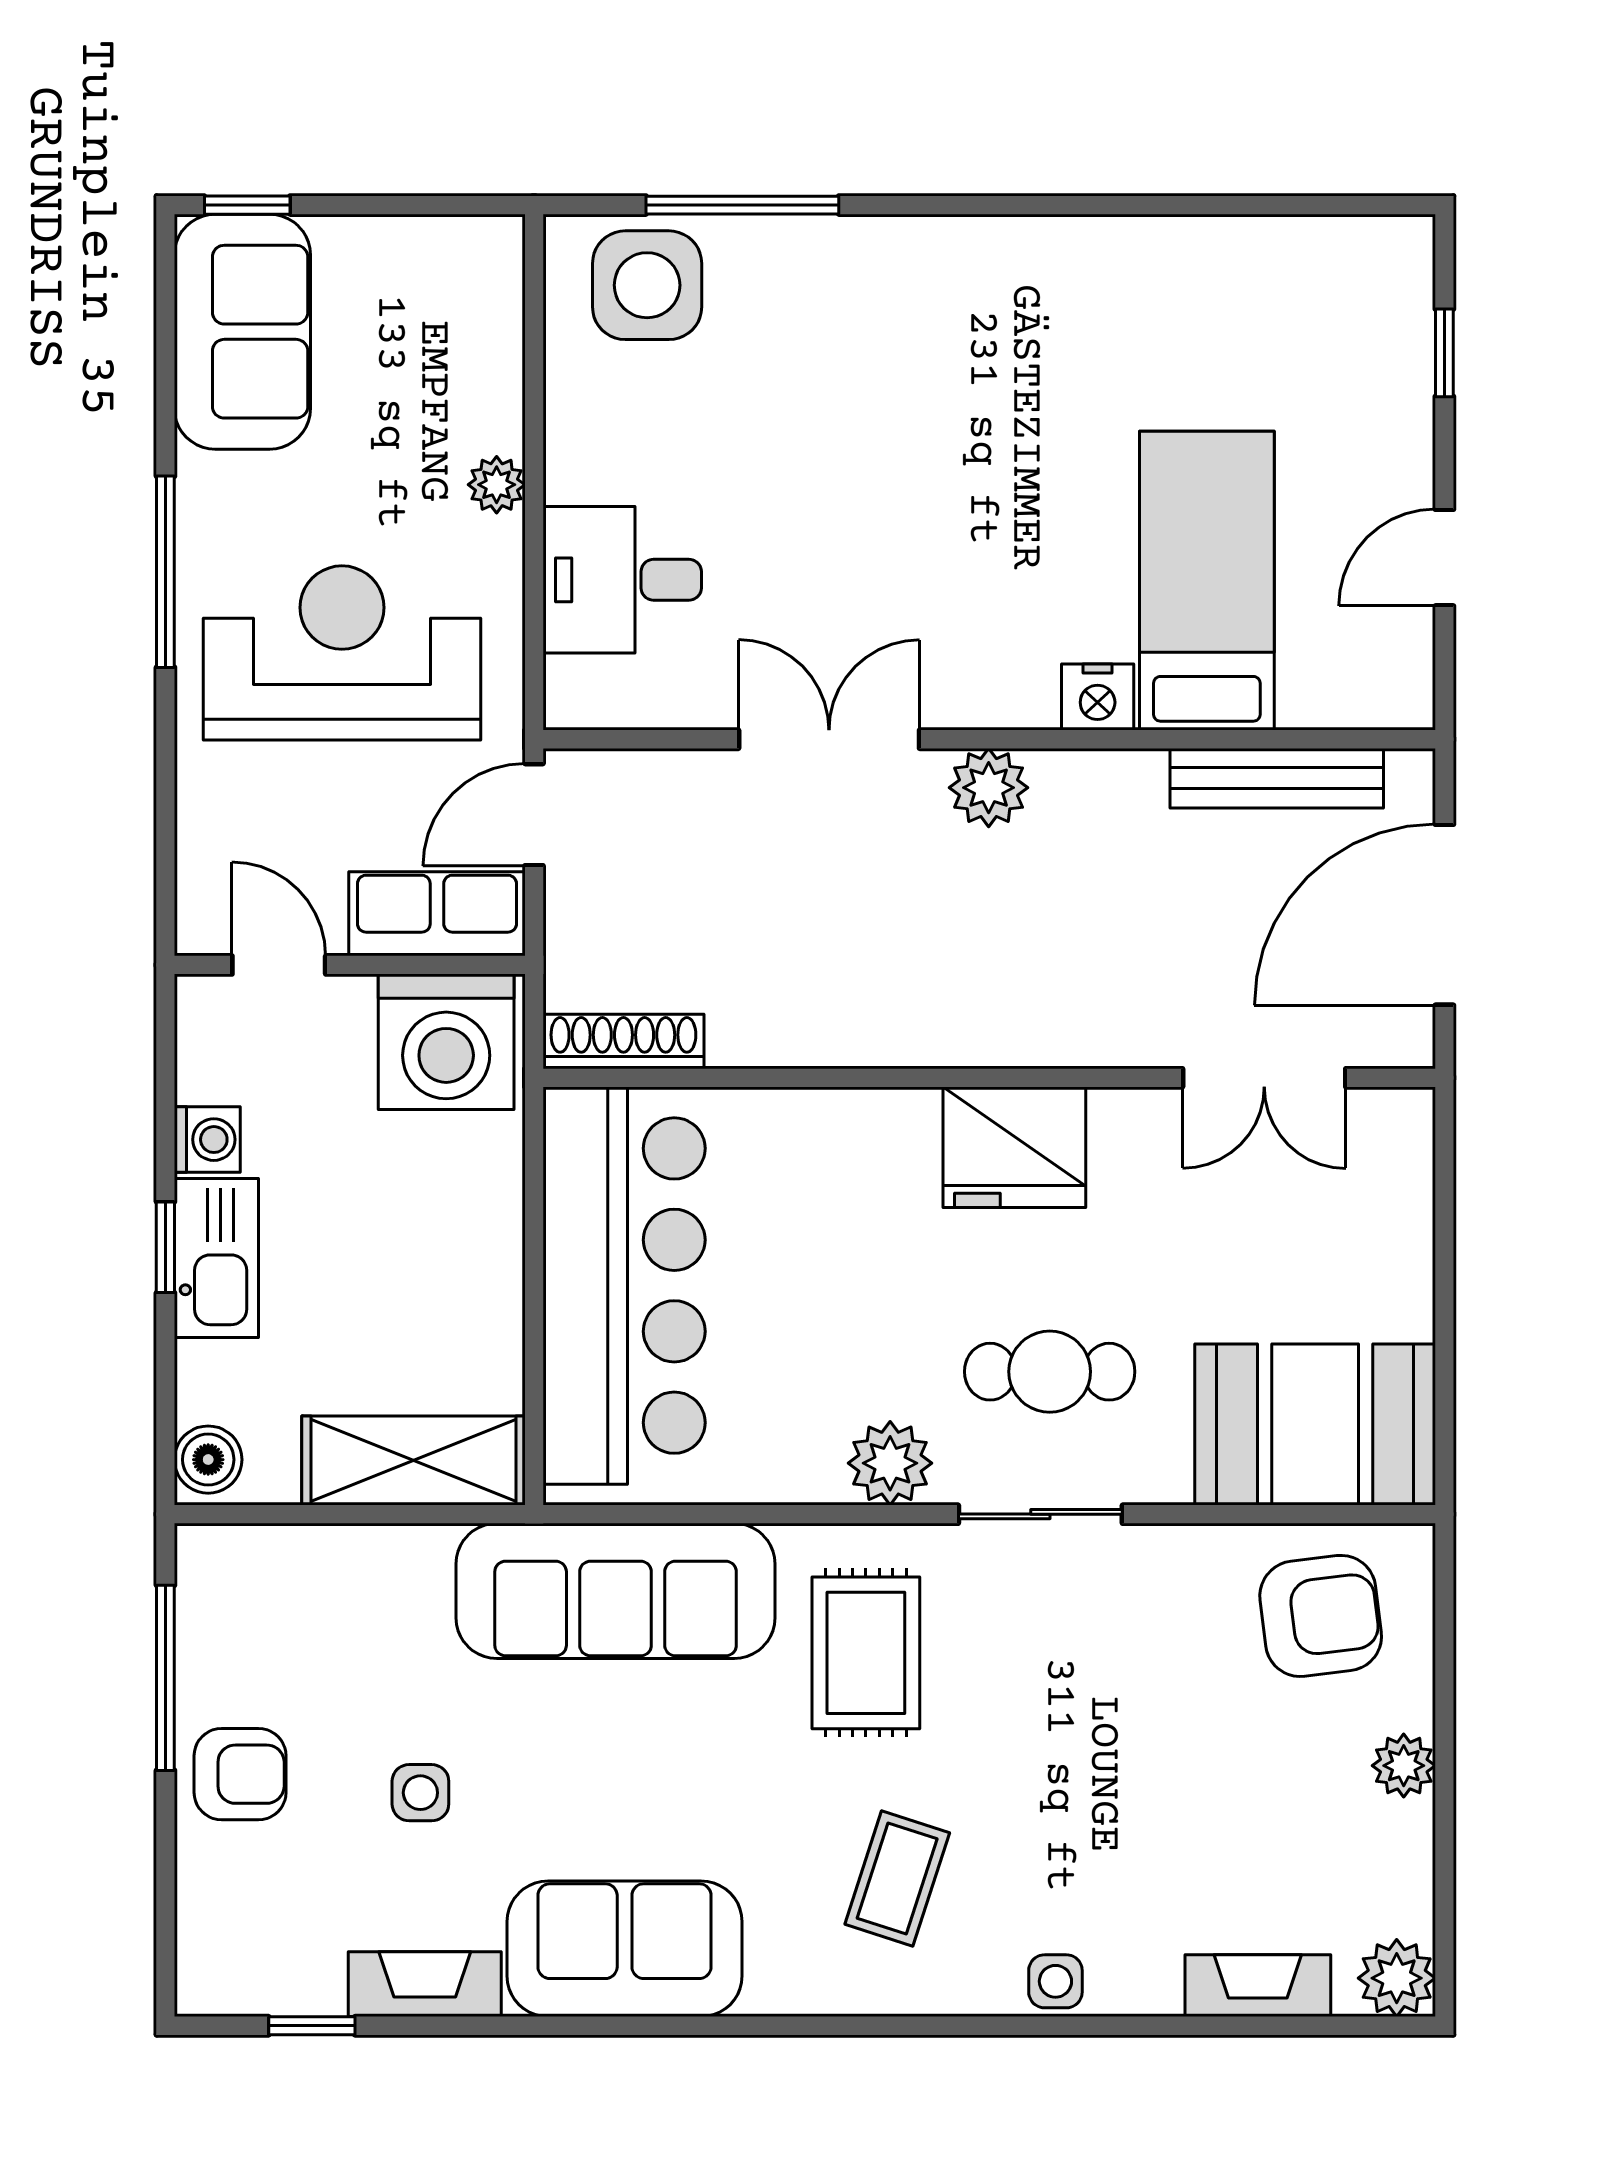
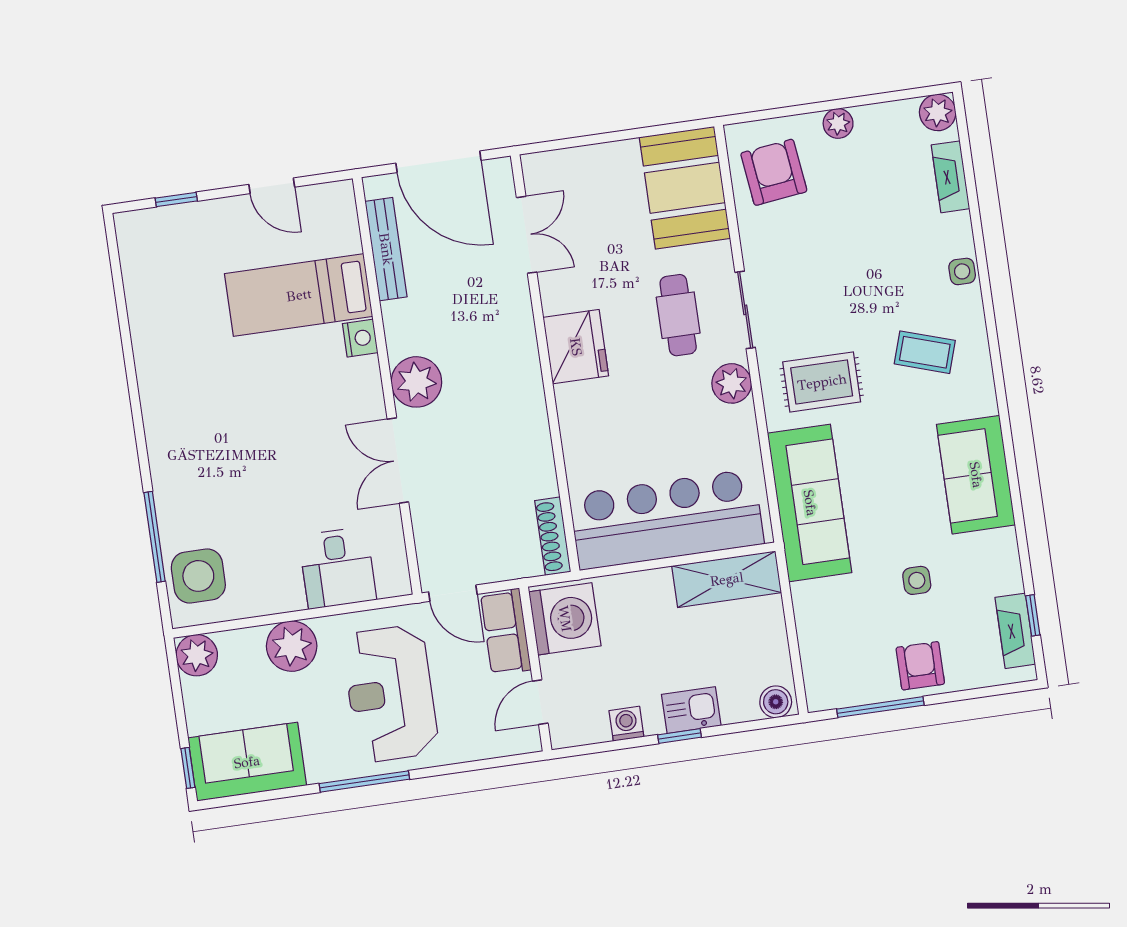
plant: (481, 258) -> (197, 655), added
plant: (497, 485) -> (292, 646), width x1.88, depth x1.88
plant: (989, 788) -> (416, 382), width x1.36, depth x1.36
kitchen sink: (216, 1258) -> (691, 710), width x0.73
shelving: (413, 1461) -> (727, 579), moved, turned 90
fireplace: (425, 1984) -> (1015, 631), moved

